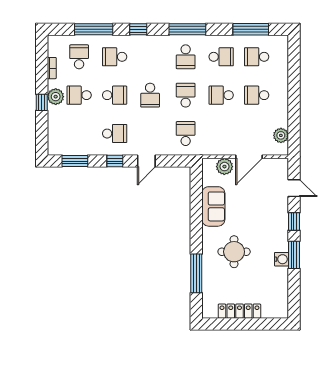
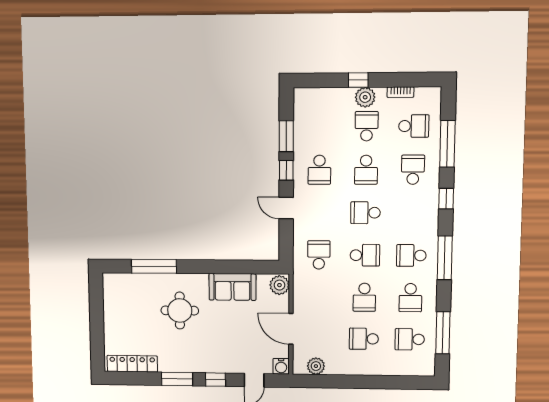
school desk: (257, 57) -> (410, 339), turned -90
school desk: (221, 95) -> (364, 297), turned 180
school desk: (257, 95) -> (364, 339), turned -90
school desk: (186, 134) -> (319, 255), turned -90
window: (75, 161) -> (286, 136), moved
plant: (224, 167) -> (279, 285), moved
water cooler: (281, 259) -> (281, 366), moved
locker: (239, 311) -> (132, 364), moved, turned -90

